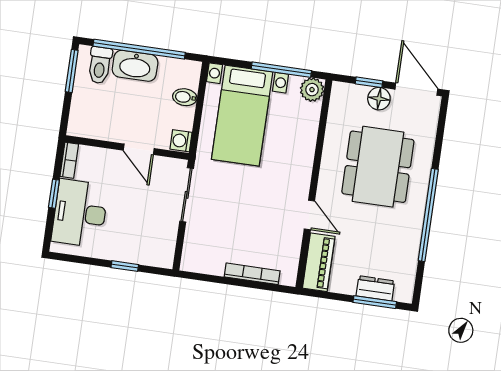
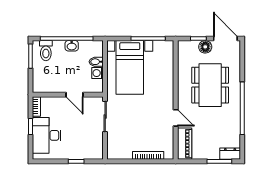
washbasin: (135, 66) -> (72, 46), width x0.52, depth x0.69
plant: (312, 90) -> (167, 47), removed
washing machine: (181, 141) -> (97, 73), moved
dresser: (375, 288) -> (230, 154), moved

